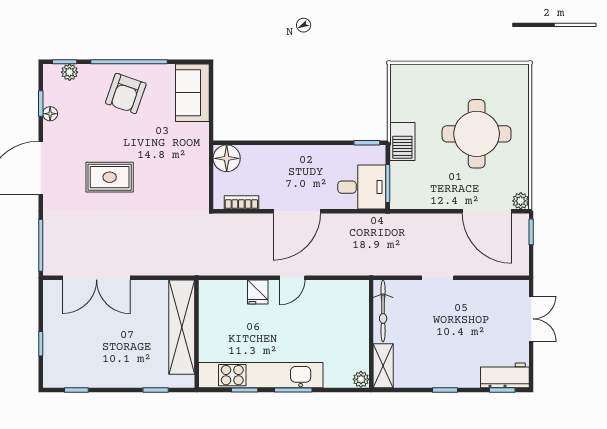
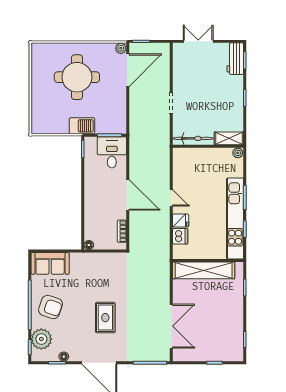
plant: (70, 72) -> (41, 339), width x1.88, depth x1.88
floor lamp: (227, 158) -> (89, 245), width x0.53, depth x0.53
dishwasher: (234, 291) -> (180, 236), added

